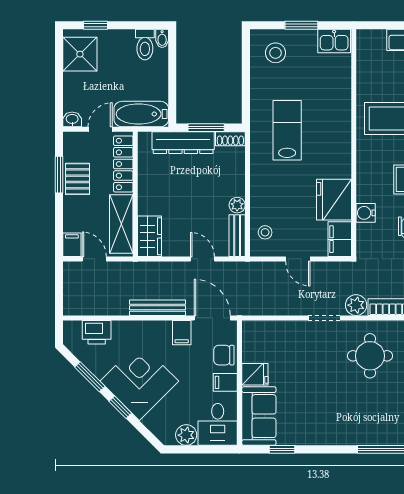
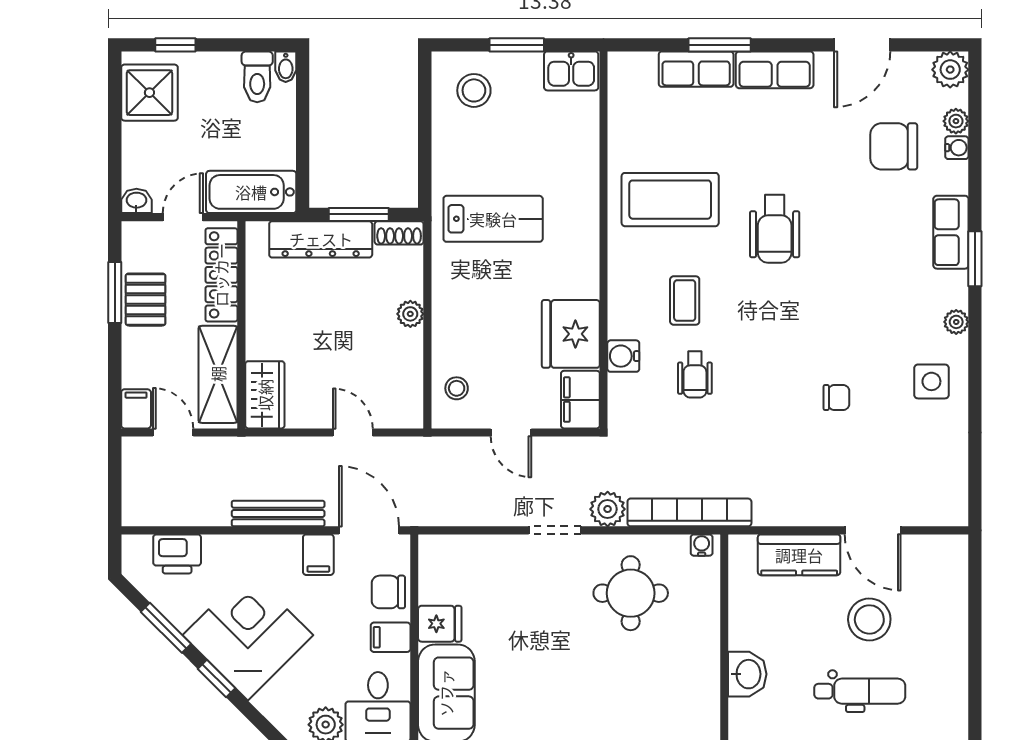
lab bench: (287, 130) -> (493, 219), turned 90
plant: (237, 205) -> (410, 314), moved
bench: (237, 236) -> (410, 394), removed

